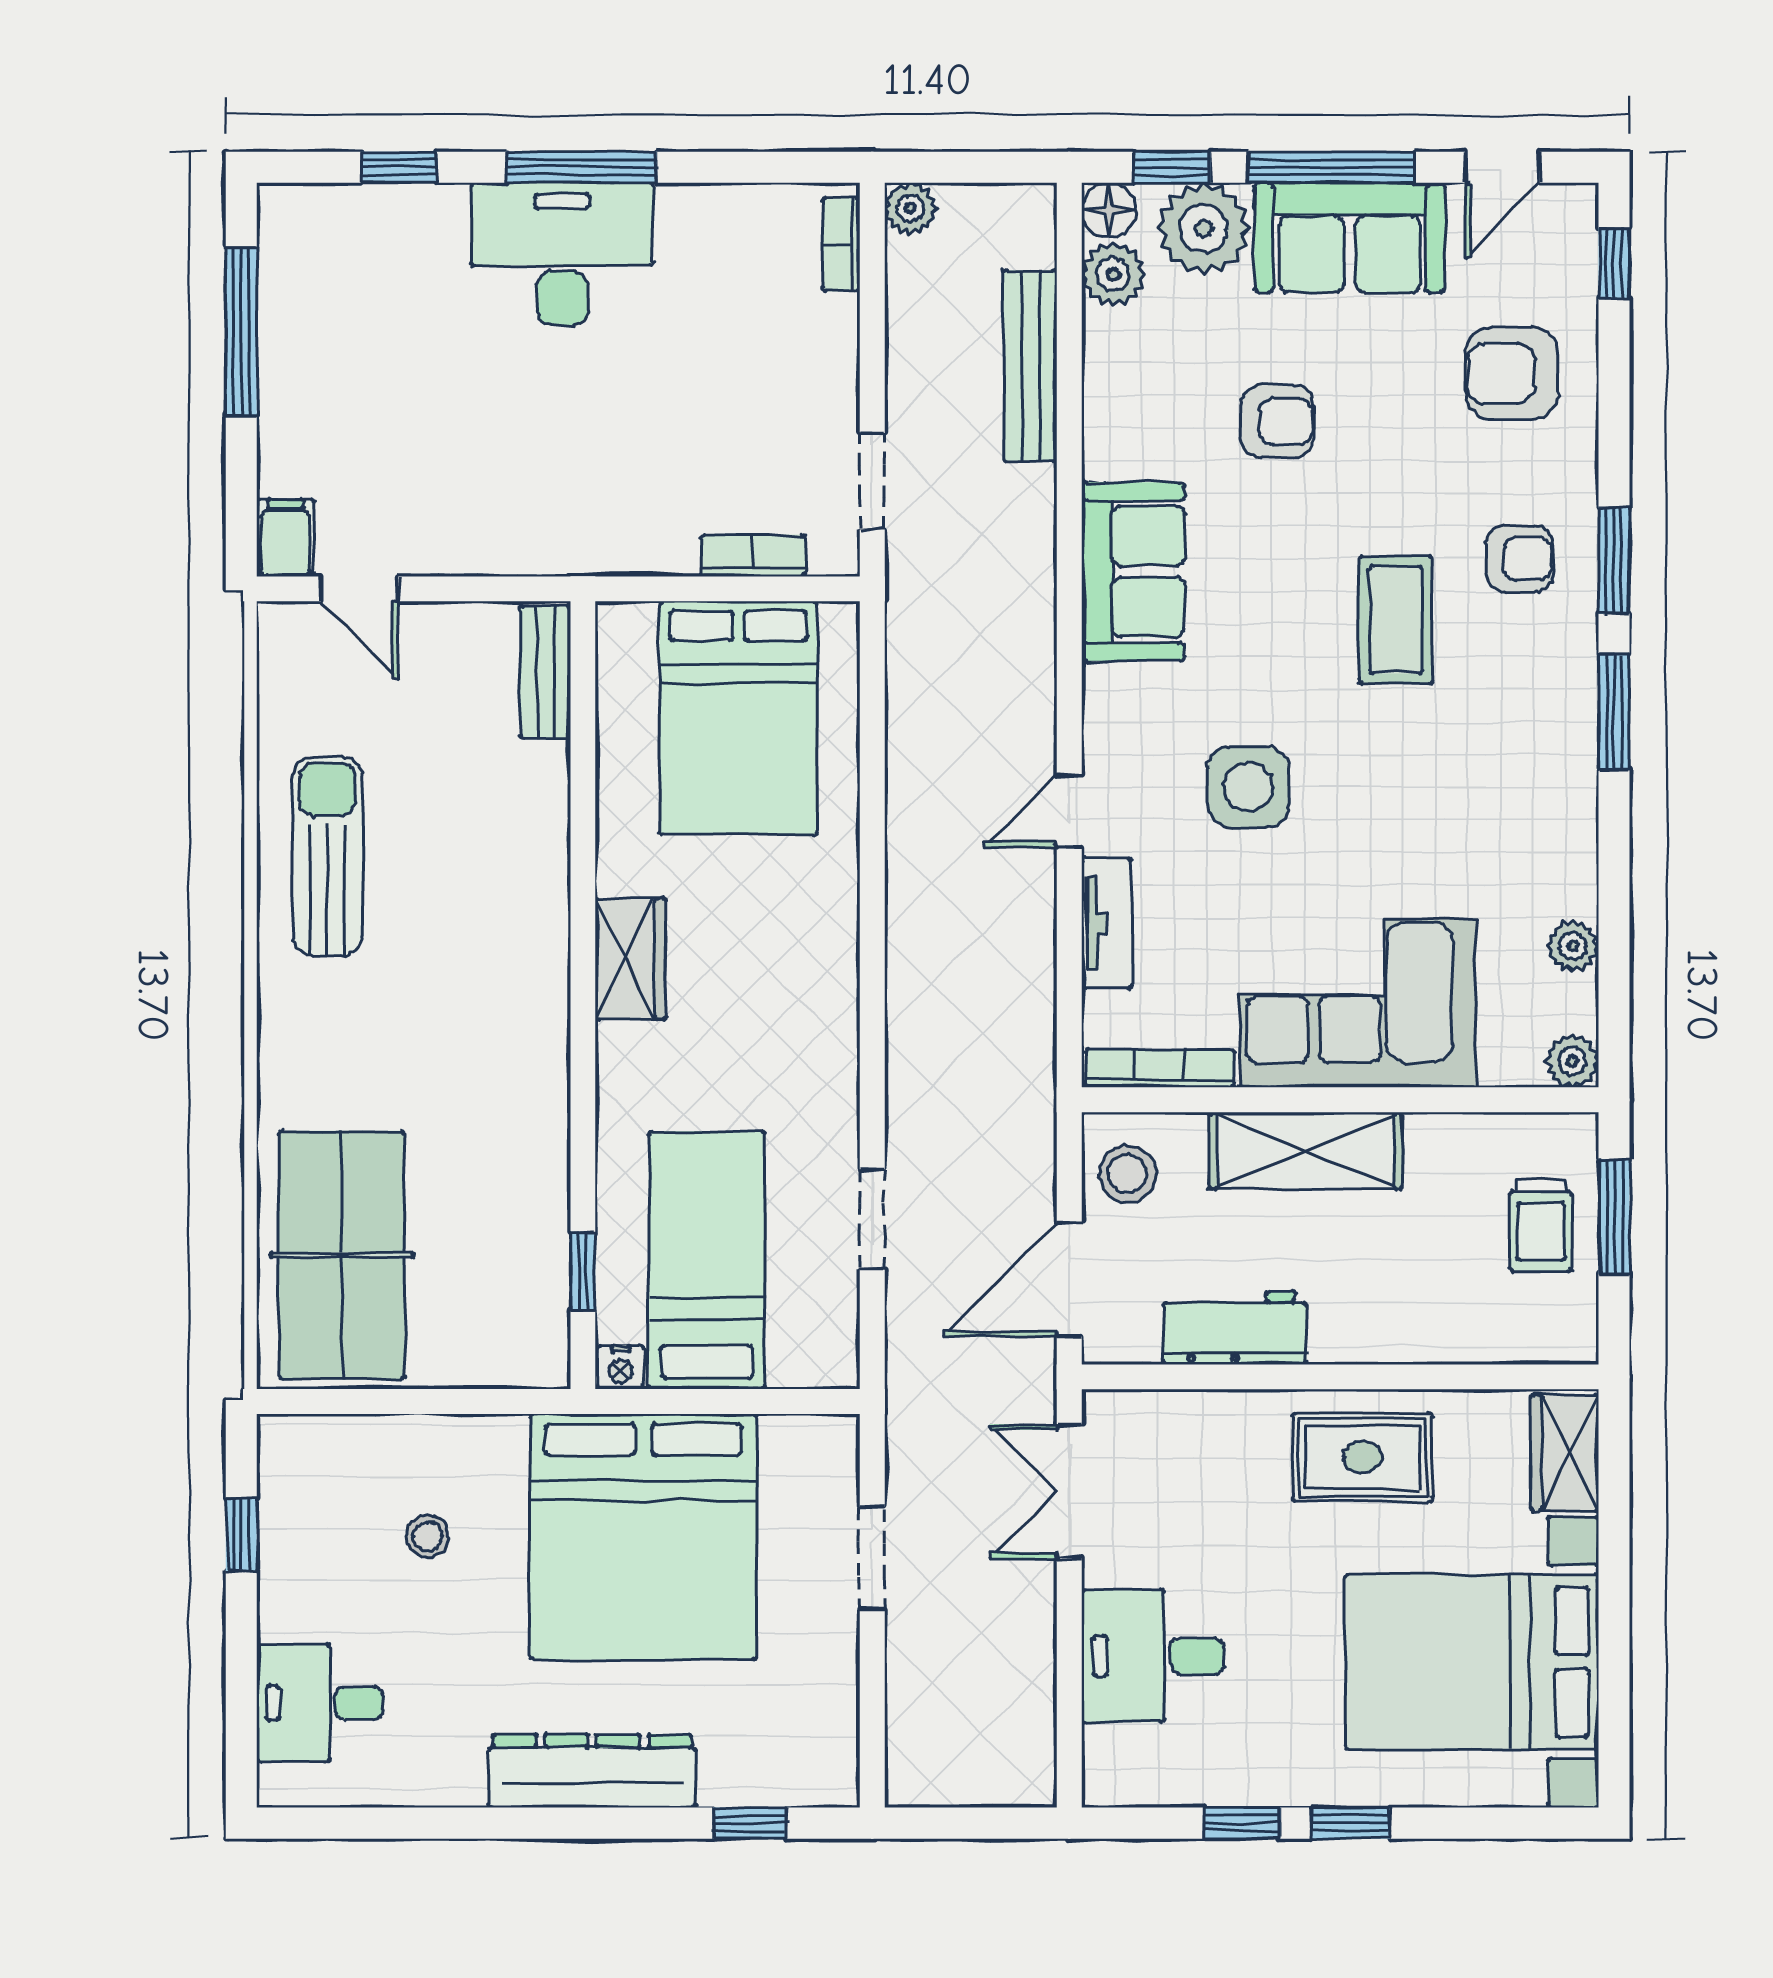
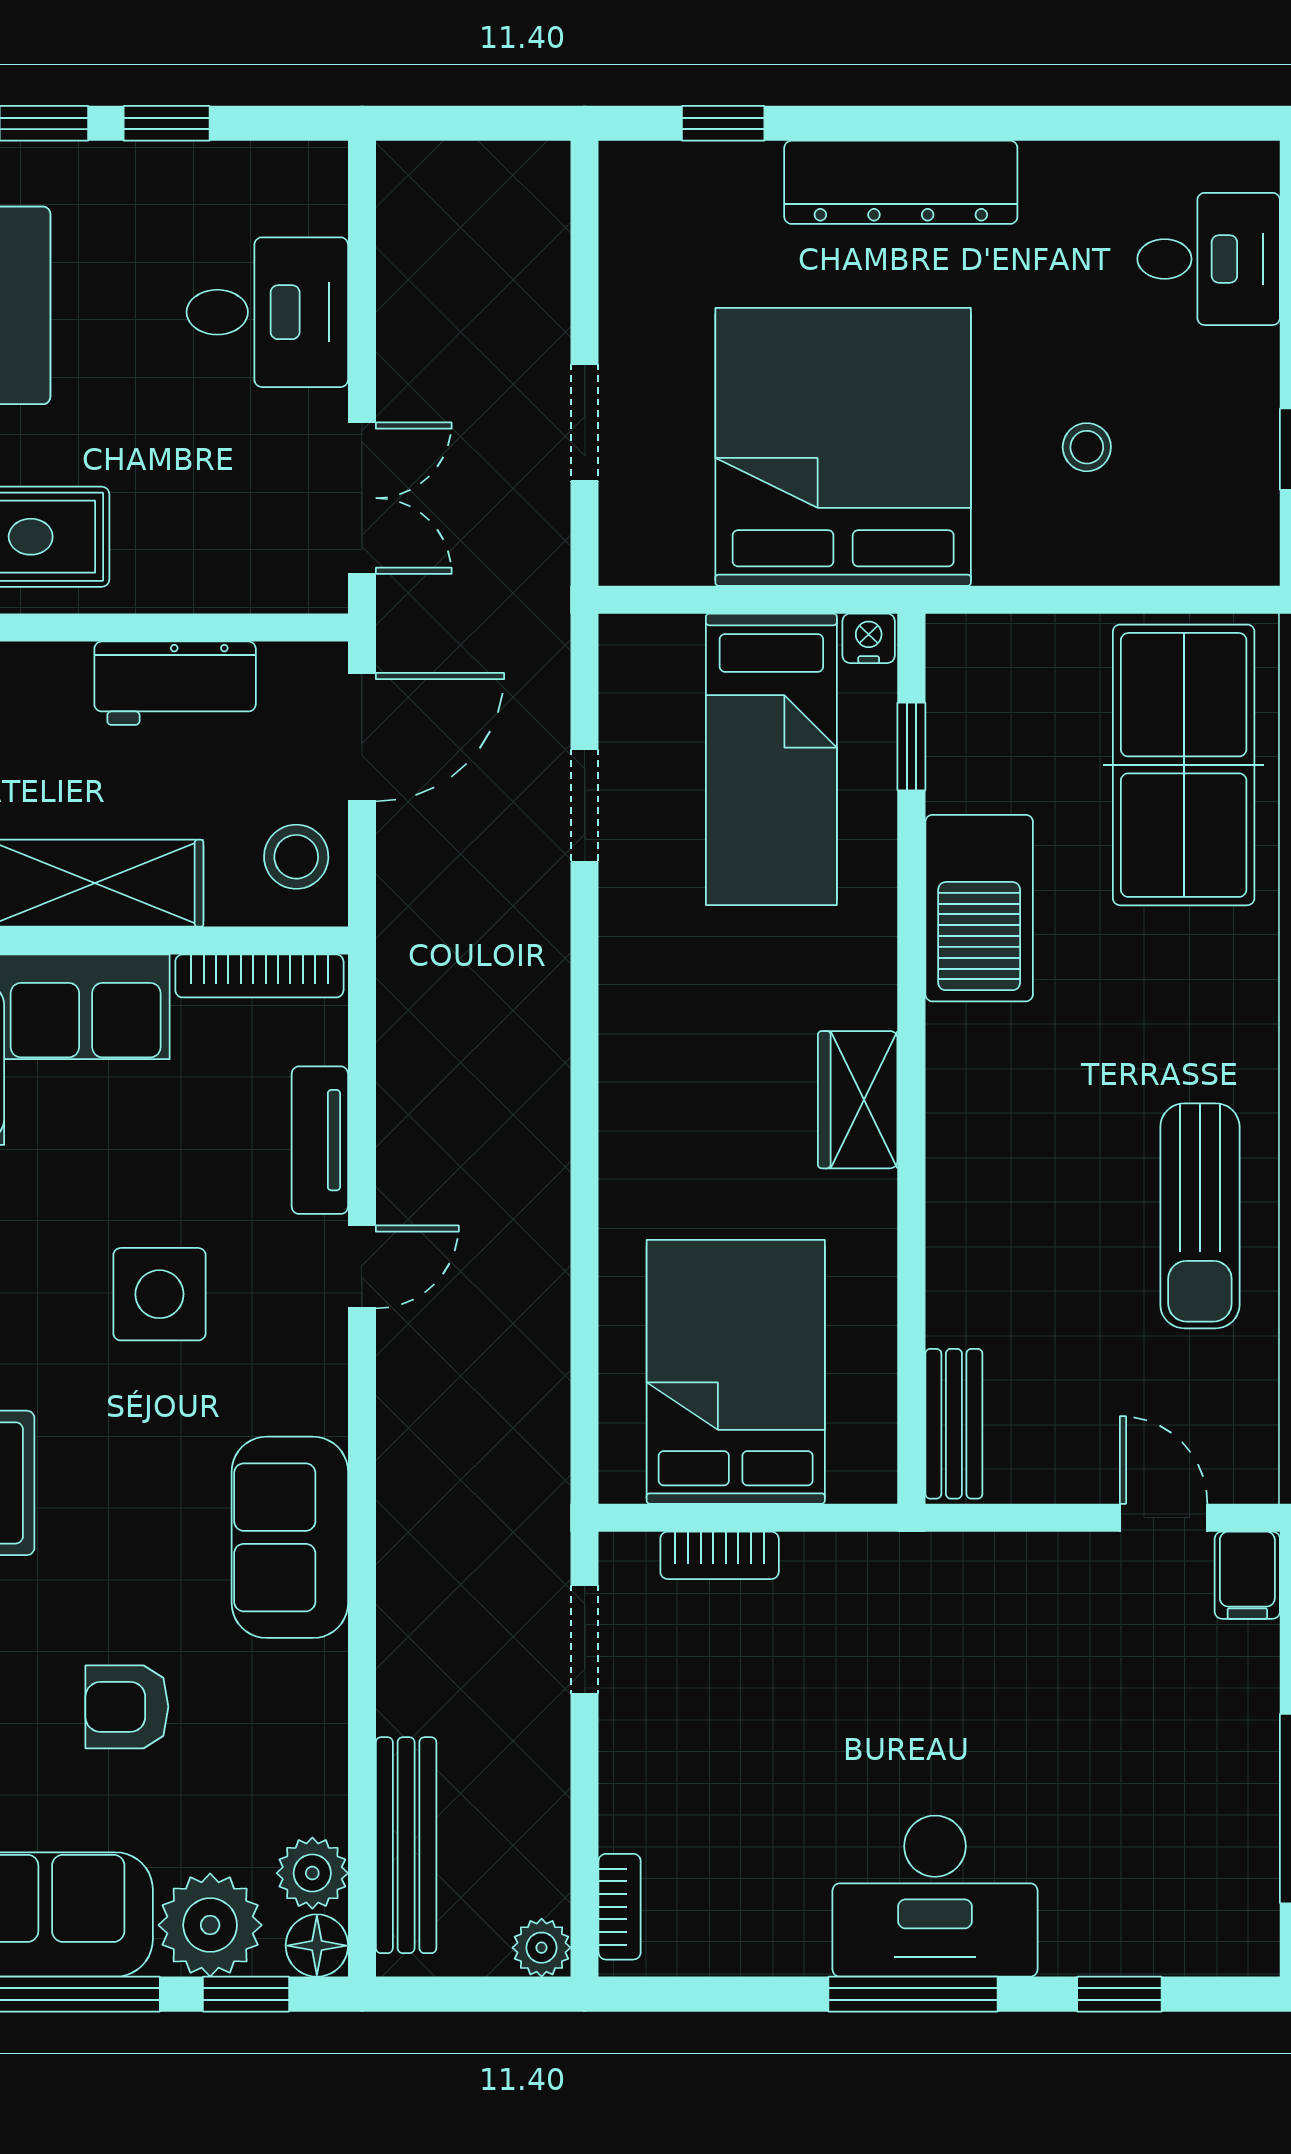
bench: (1030, 366) -> (406, 1845), moved
barbecue: (523, 1128) -> (979, 908), added

